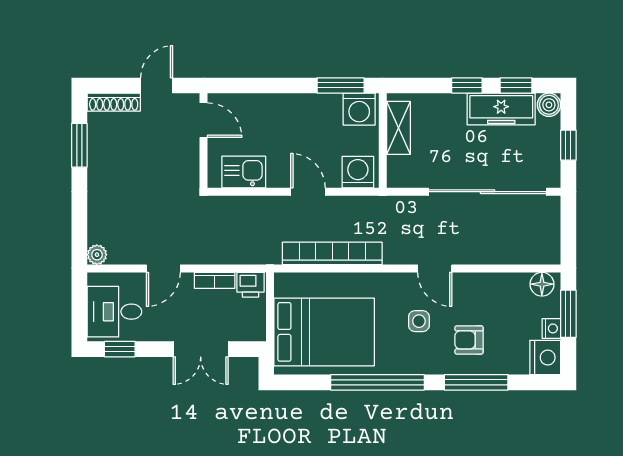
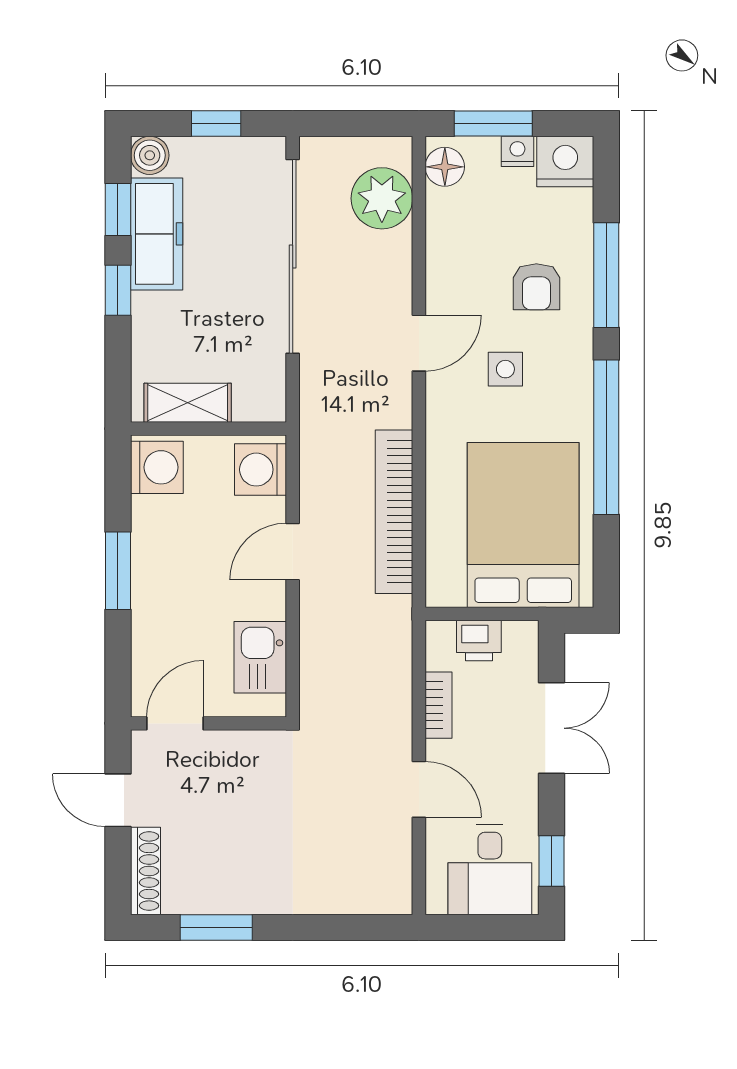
window: (341, 85) -> (118, 571), moved
plant: (97, 255) -> (382, 198), moved, width x1.88, depth x1.88
printer: (250, 285) -> (479, 640), moved, turned 90

